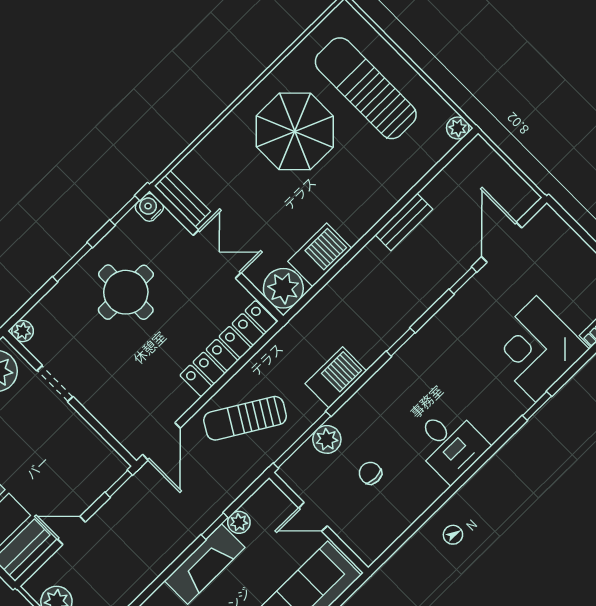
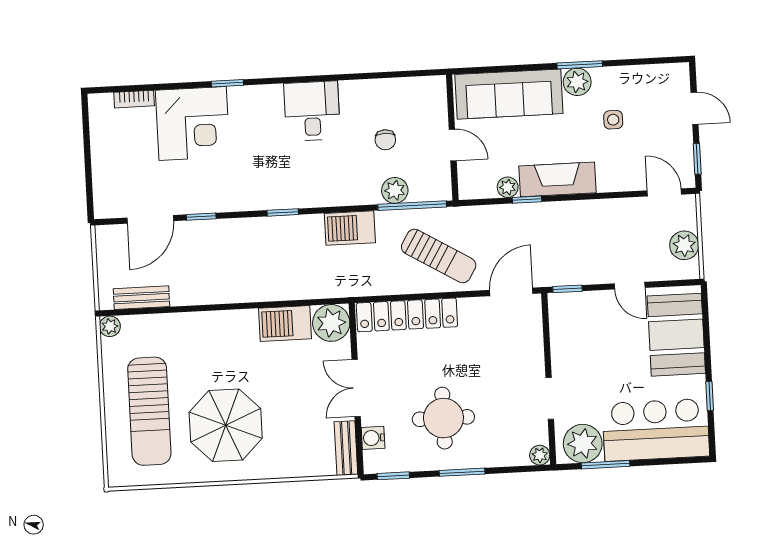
water cooler: (149, 207) -> (373, 438), moved, turned 90
bench: (404, 222) -> (141, 298), moved

